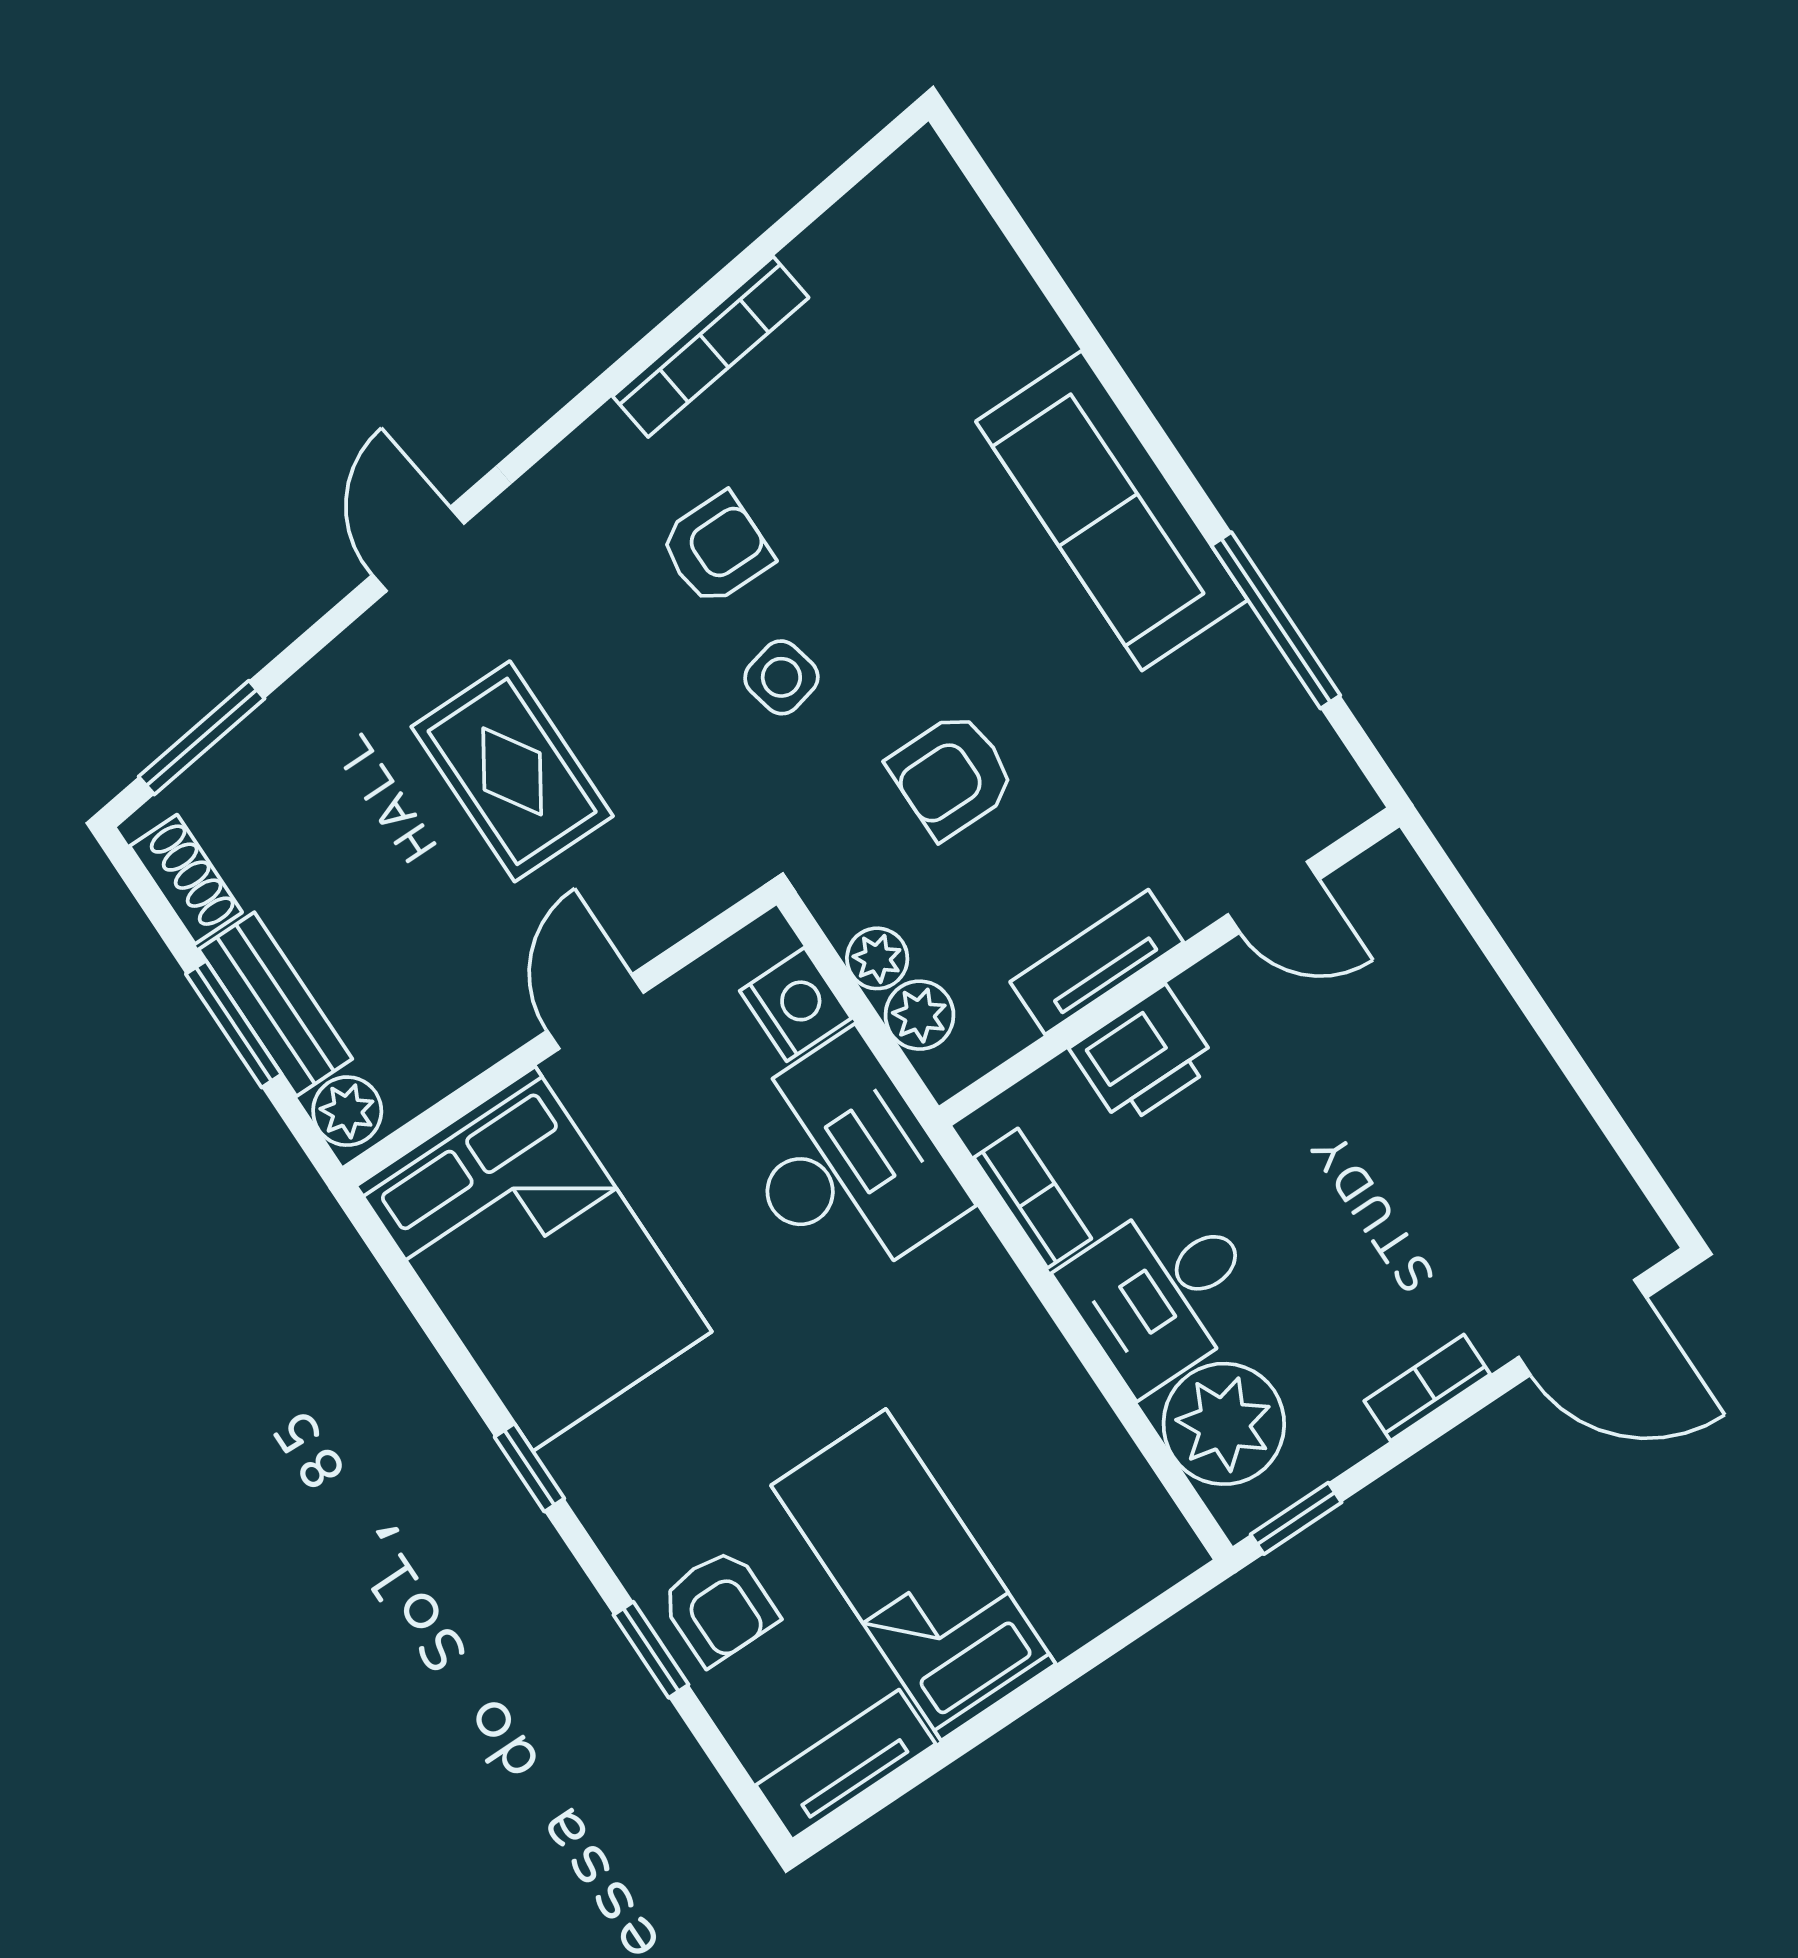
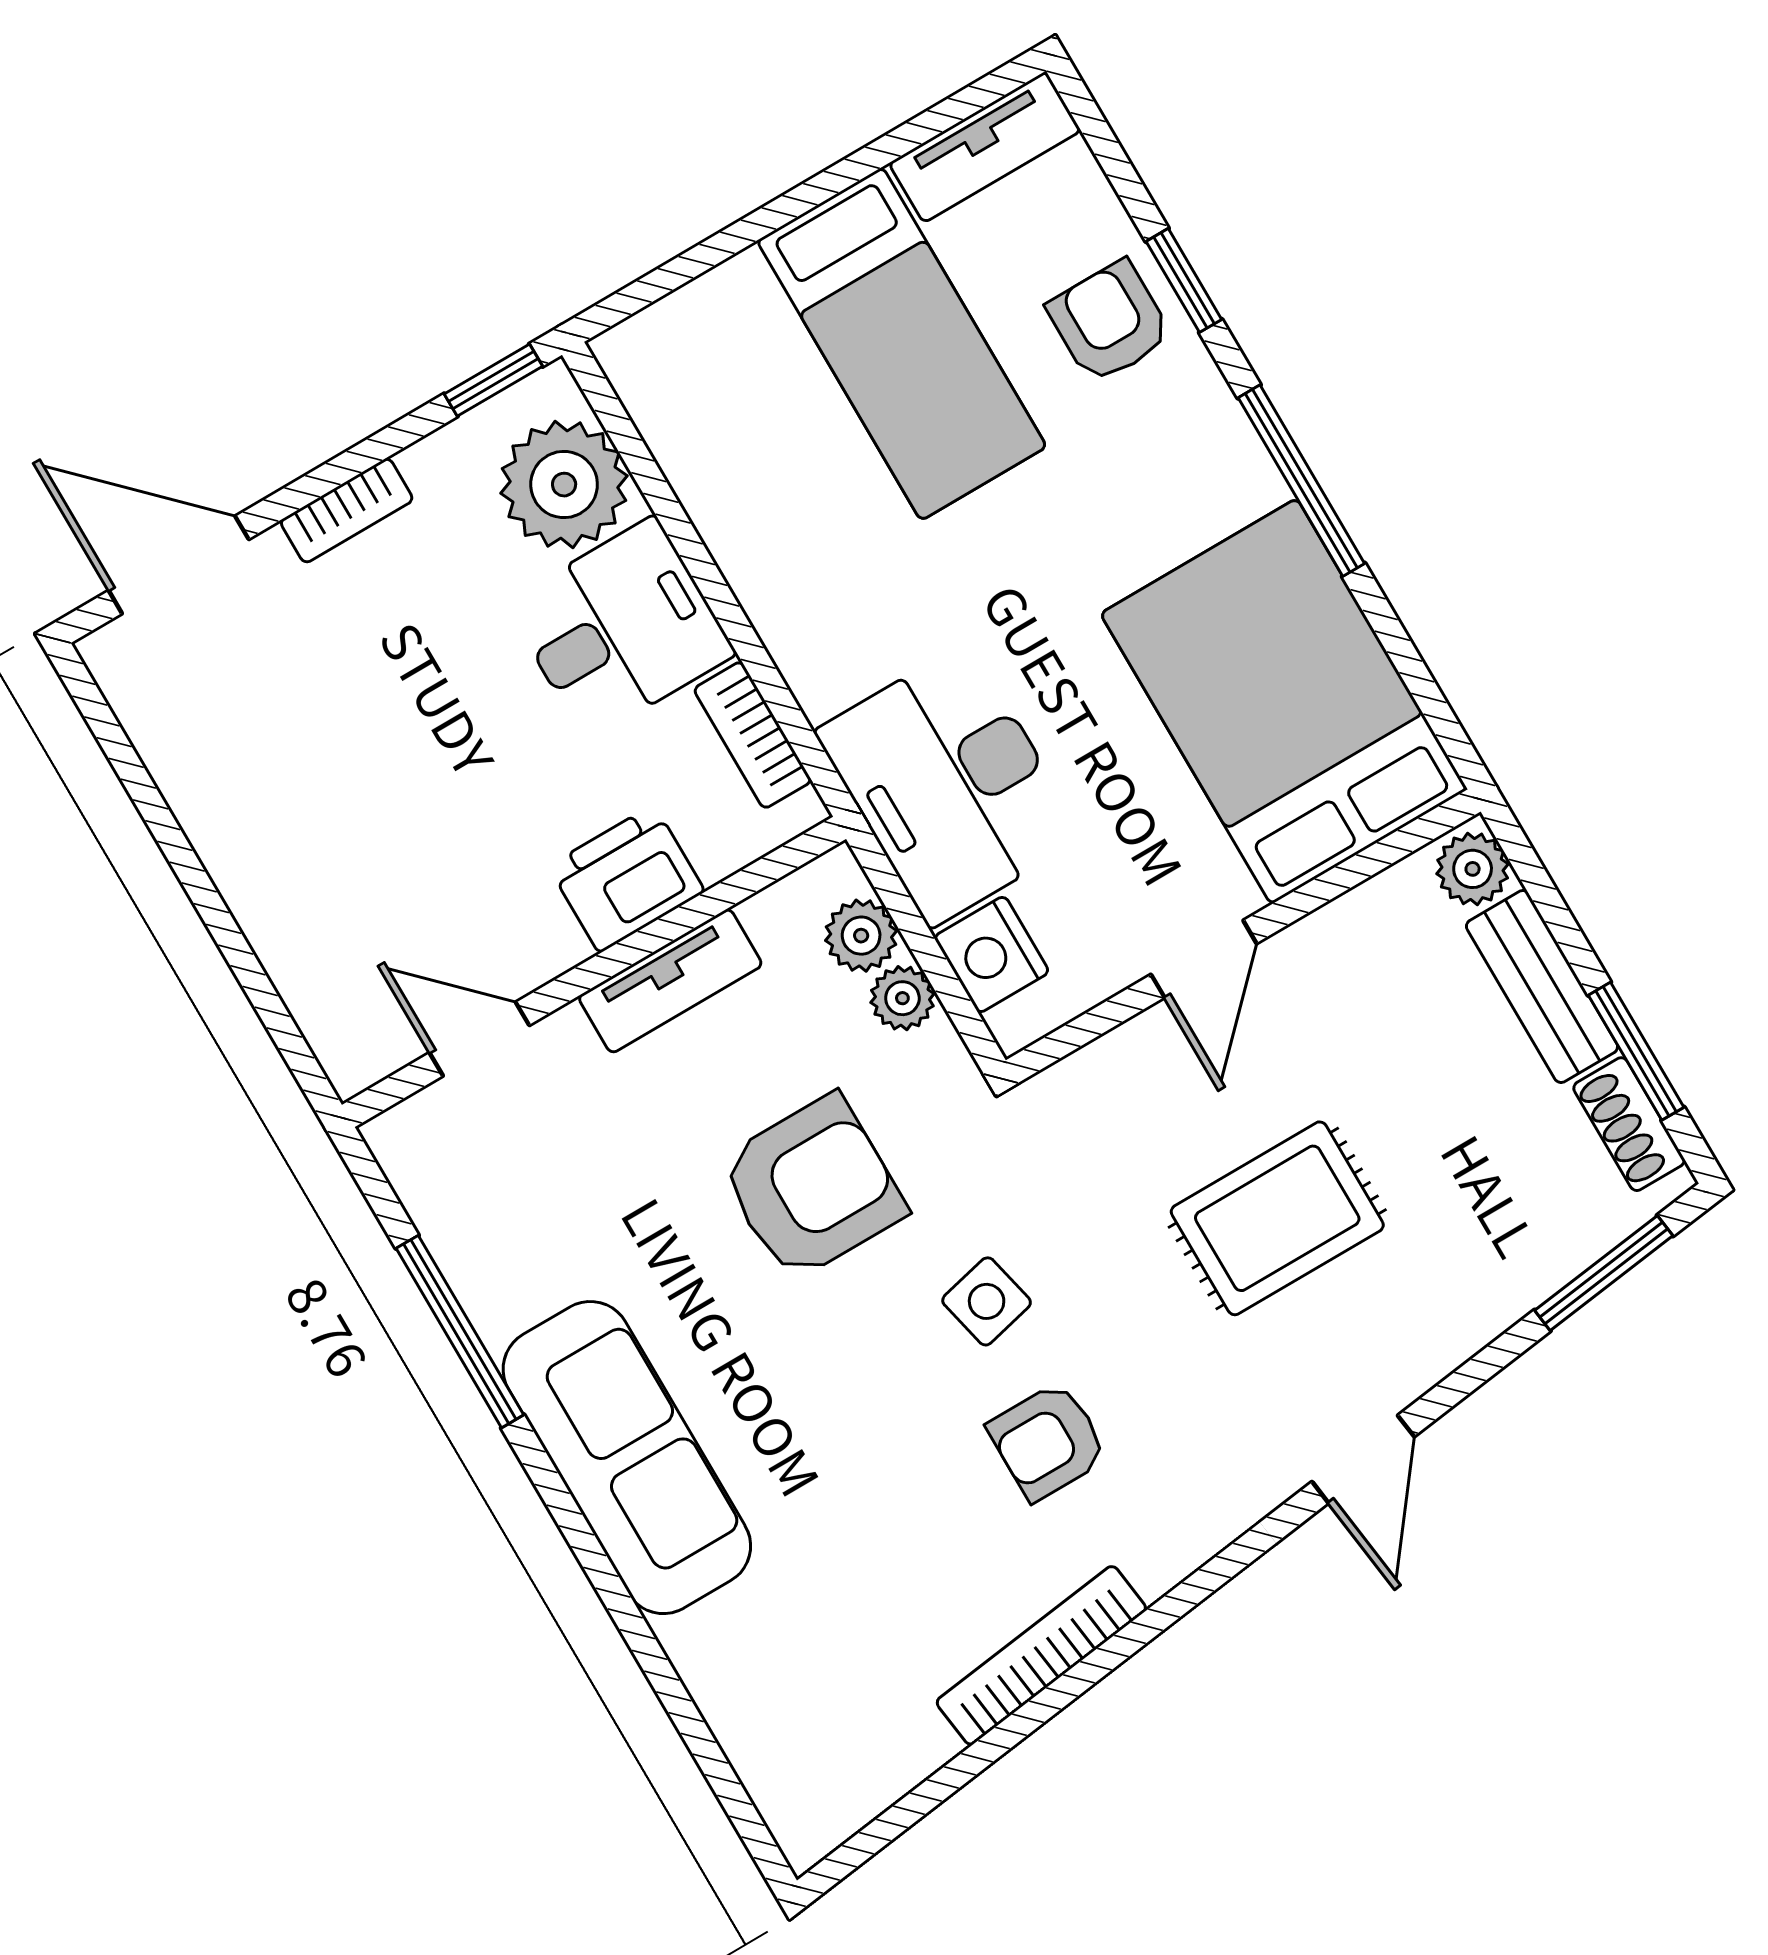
rug: (512, 771) -> (1277, 1218), turned 90
armchair: (952, 775) -> (812, 1187), width x1.38, depth x1.38
window: (234, 1024) -> (1636, 1051), moved
window: (529, 1468) -> (1301, 481), width x2.17

